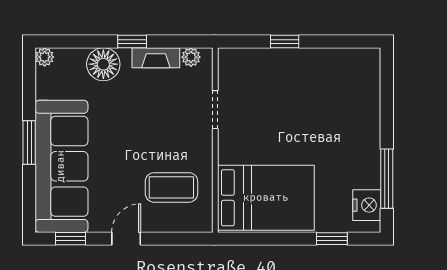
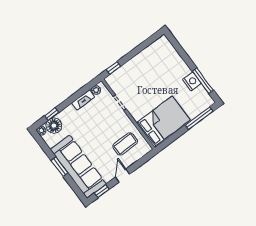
window: (132, 42) -> (52, 114), moved
window: (285, 42) -> (113, 68), moved
floor lamp: (103, 64) -> (54, 126), moved
nightstand: (367, 205) -> (192, 81), moved
window: (332, 239) -> (199, 118), width x2.17

